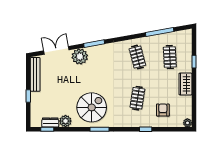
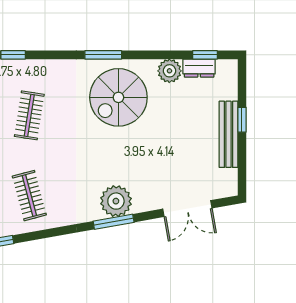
plant: (80, 57) -> (116, 201), moved
bench: (35, 74) -> (228, 134), moved

